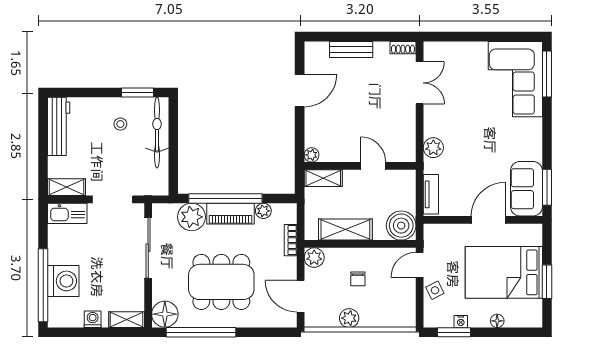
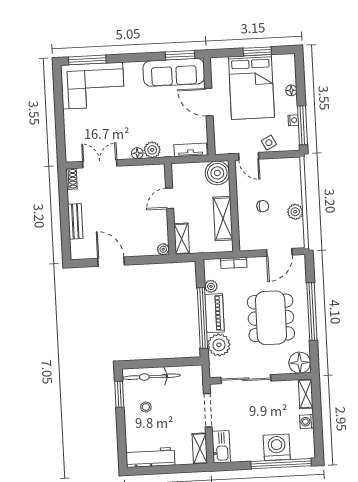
floor lamp: (430, 129) -> (137, 153), added
sofa: (526, 189) -> (174, 72), width x1.36
plant: (314, 258) -> (247, 243), removed
window: (201, 332) -> (312, 312), moved
window: (454, 332) -> (302, 125), width x1.44

